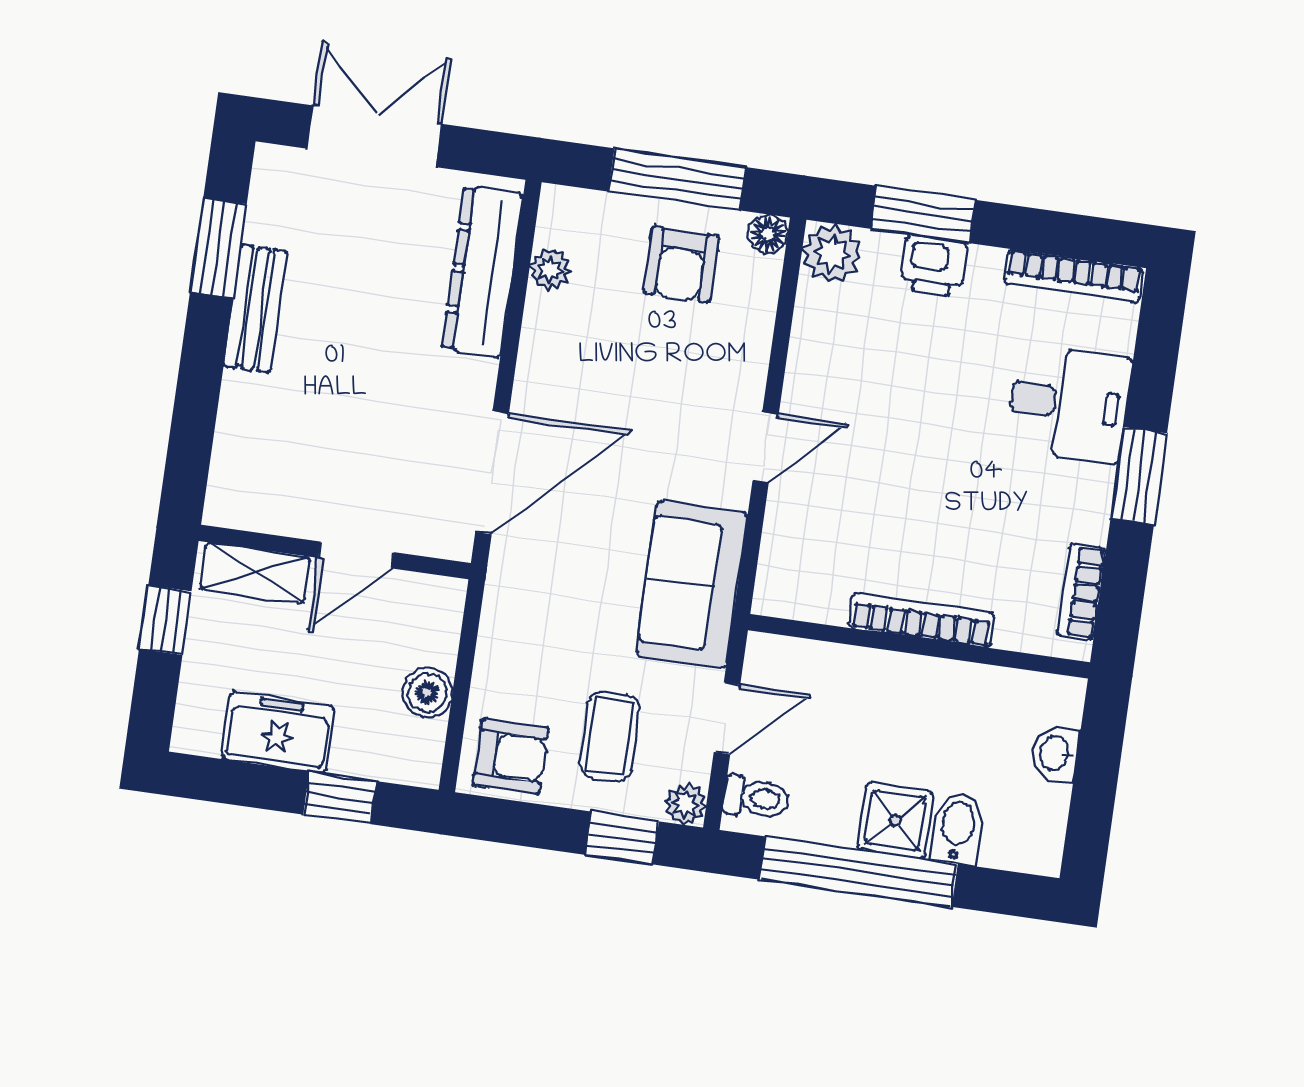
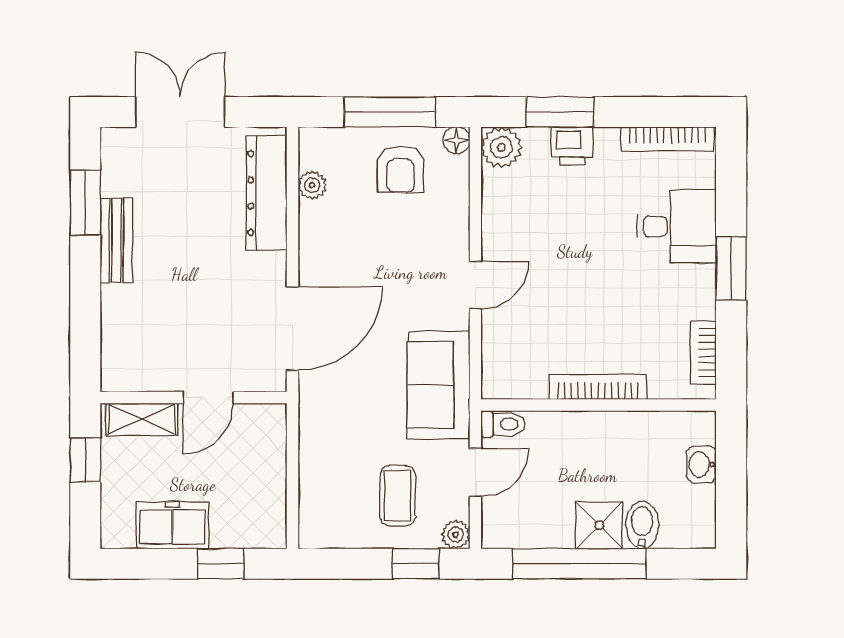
boiler: (427, 693) -> (270, 484), removed
armchair: (511, 756) -> (332, 519), removed
toilet: (756, 798) -> (503, 424), moved

